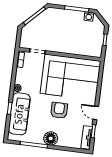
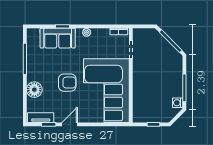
sofa: (19, 114) -> (58, 38), width x0.73
floor lamp: (51, 138) -> (34, 90), moved

